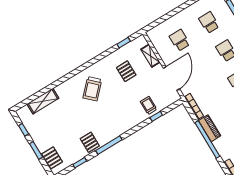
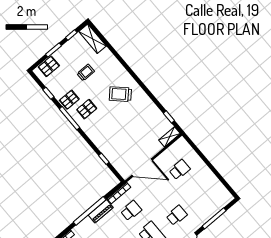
school desk: (209, 23) -> (131, 211), moved
shelving: (150, 56) -> (169, 137), moved
pallet: (126, 71) -> (87, 109), moved
shelving: (43, 101) -> (93, 39), moved
trolley: (149, 105) -> (86, 73), moved

